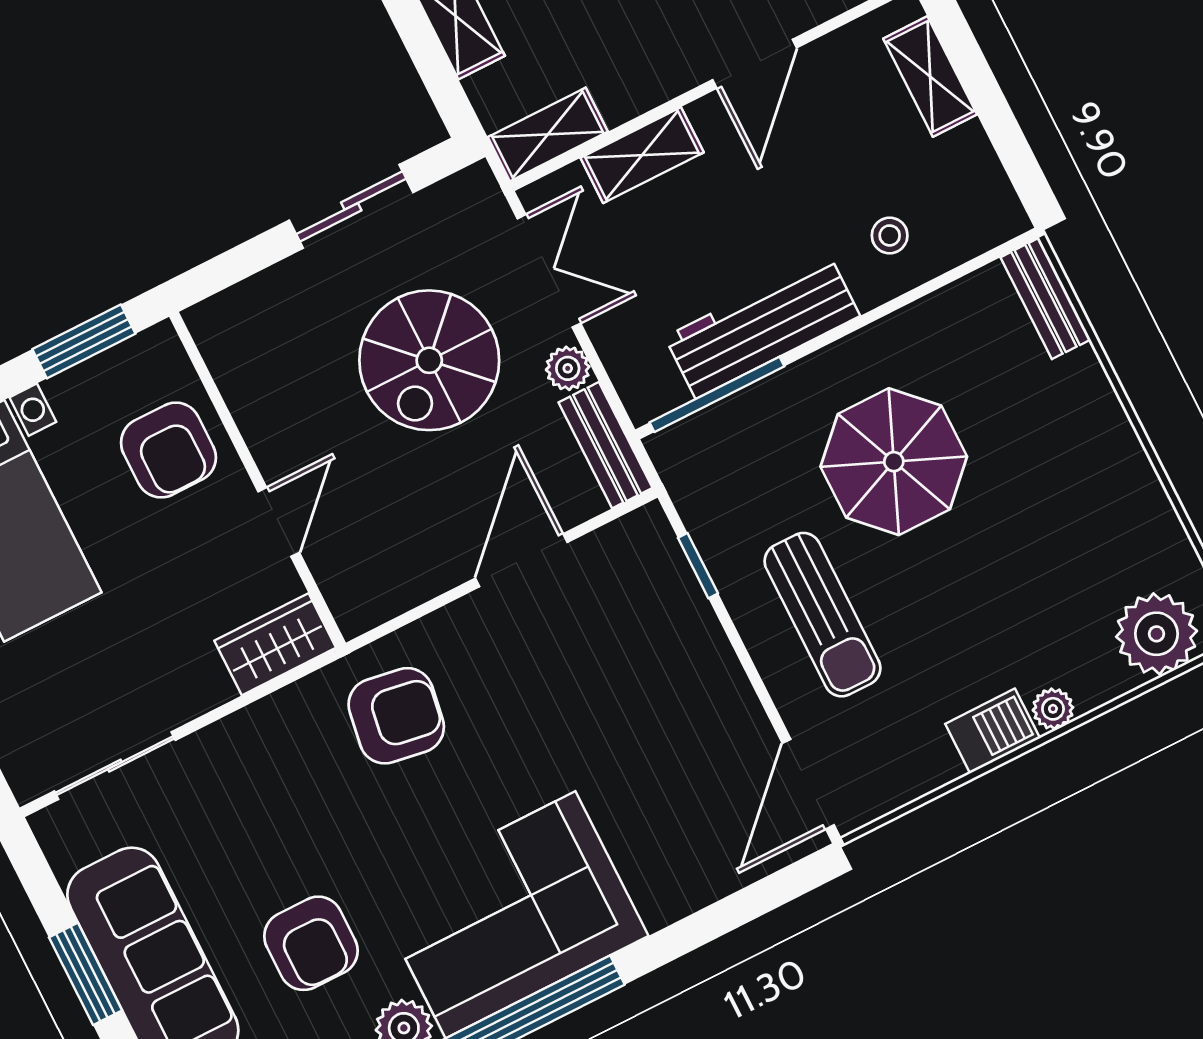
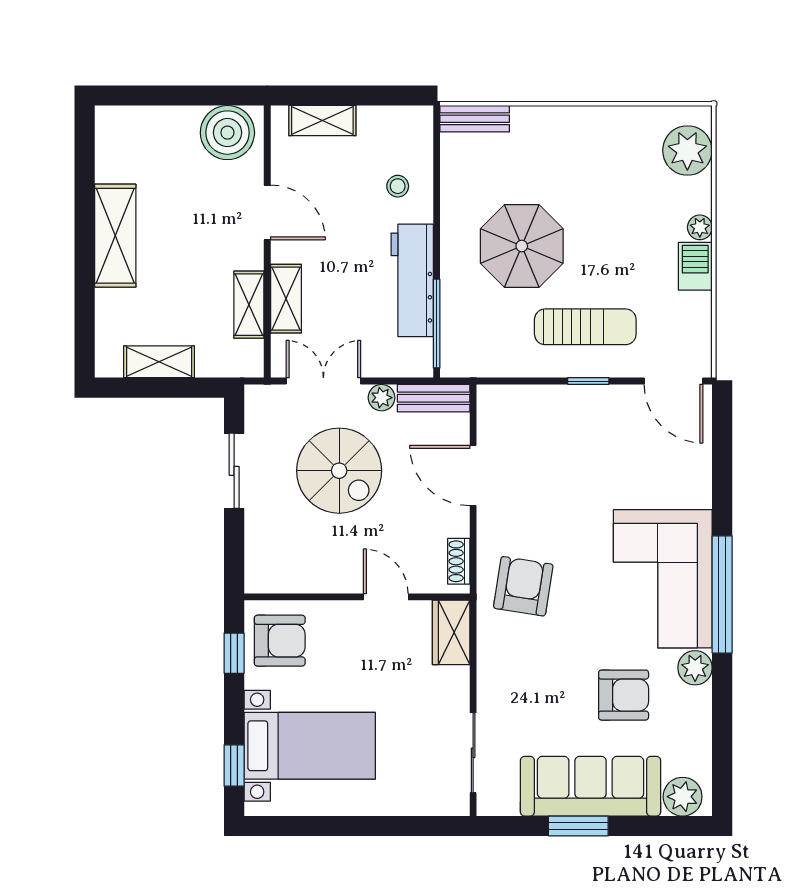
shelving: (548, 134) -> (249, 305), moved
window: (84, 341) -> (234, 653), width x0.67
armchair: (168, 450) -> (280, 641), moved
window: (698, 566) -> (588, 381), moved
shoe rack: (385, 603) -> (459, 561), added

